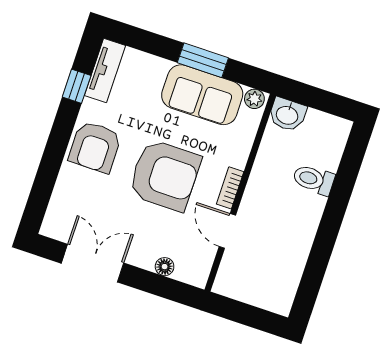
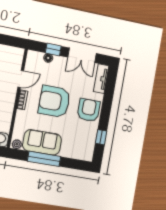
window: (203, 60) -> (44, 159), width x1.44
tv unit: (105, 70) -> (101, 79), moved
door: (227, 231) -> (21, 79), hinge flipped
window: (152, 283) -> (53, 49), added

